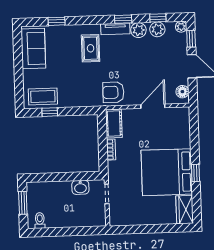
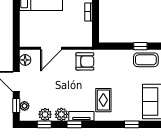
plant: (181, 27) -> (24, 106), moved
cot: (114, 123) -> (85, 34), removed

